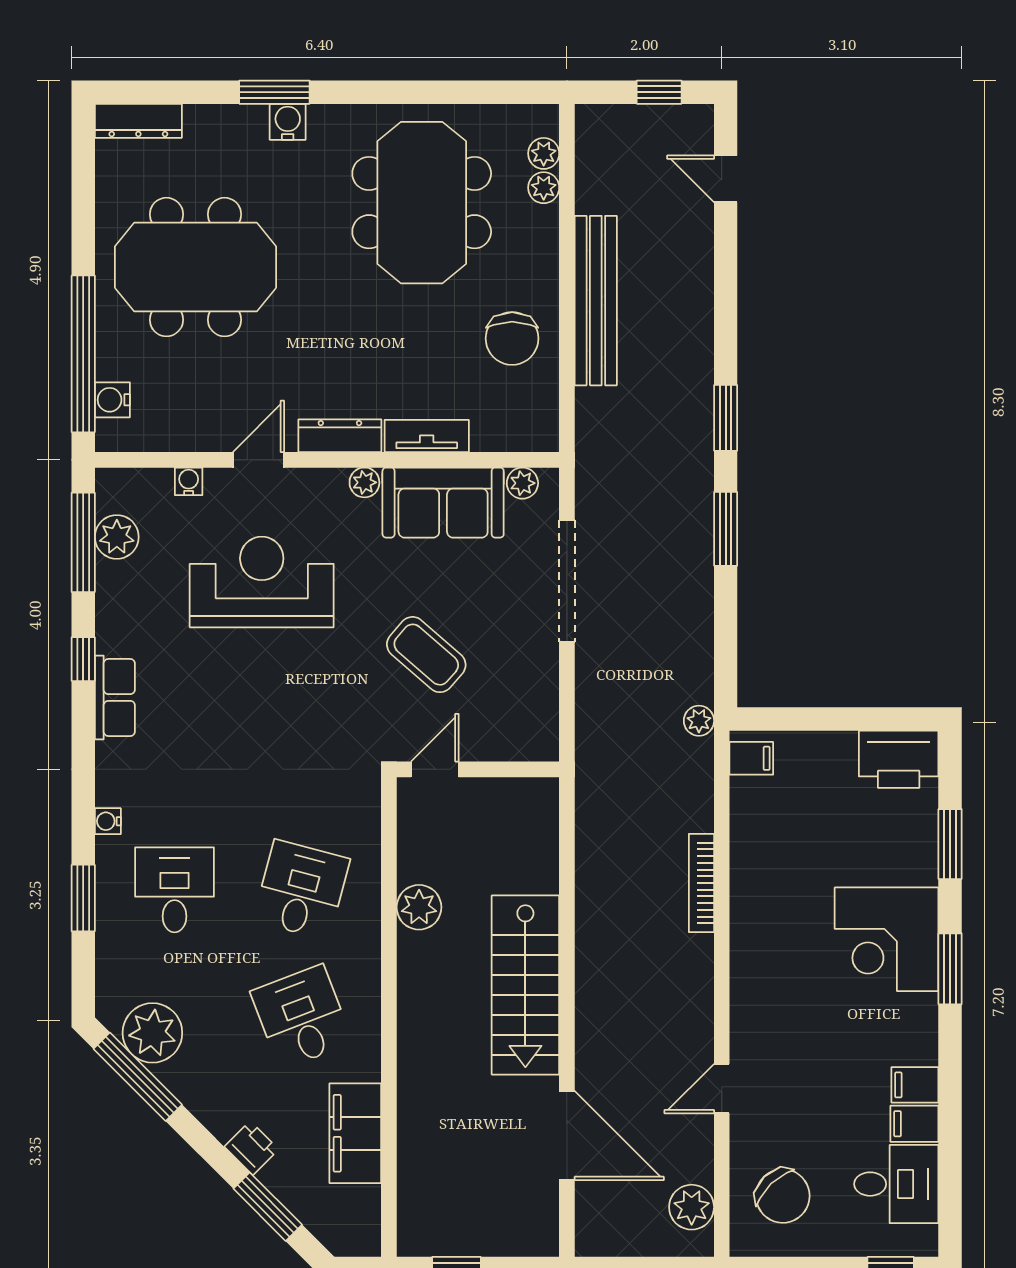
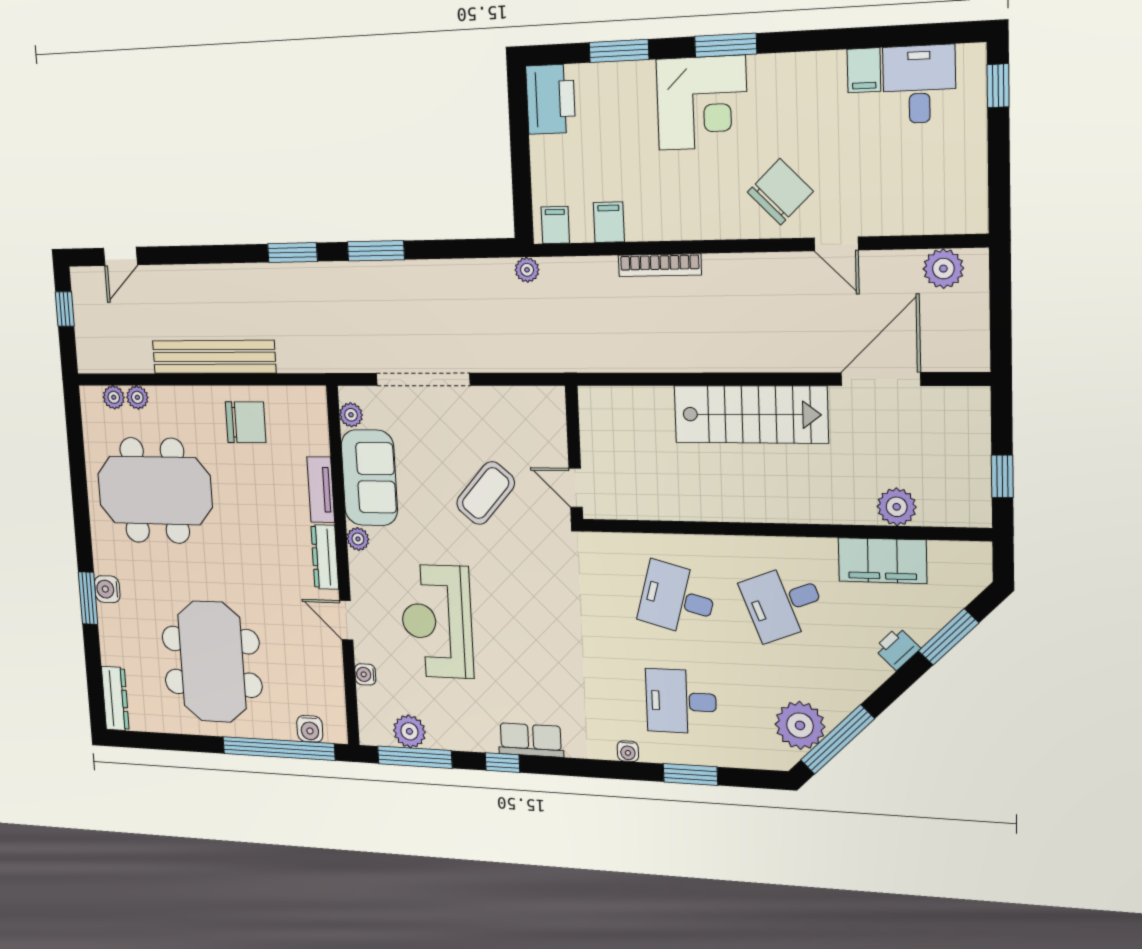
plant: (419, 907) -> (897, 507), moved
filing cabinet: (915, 1085) -> (609, 222), moved, turned 180
chair: (783, 1196) -> (780, 192), moved

